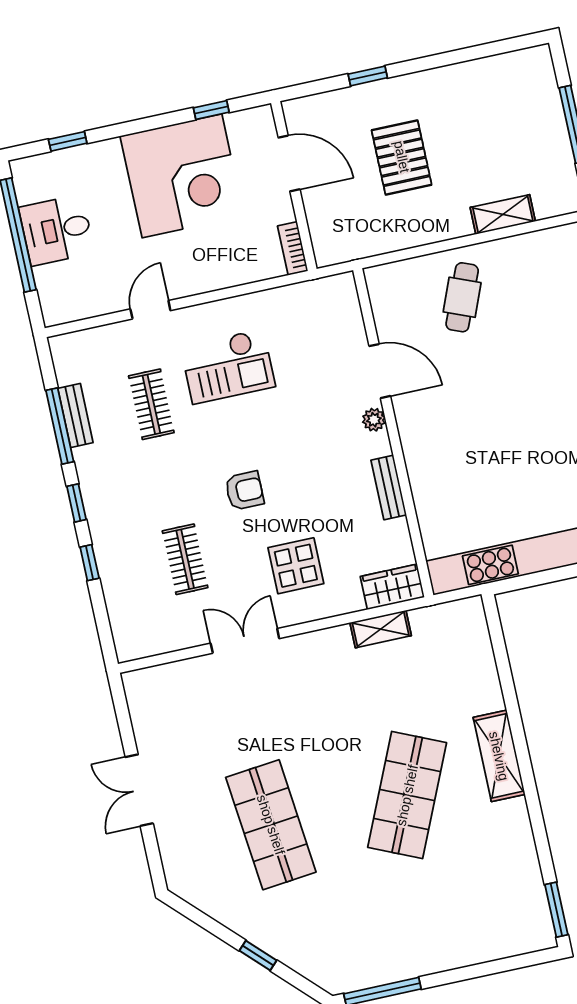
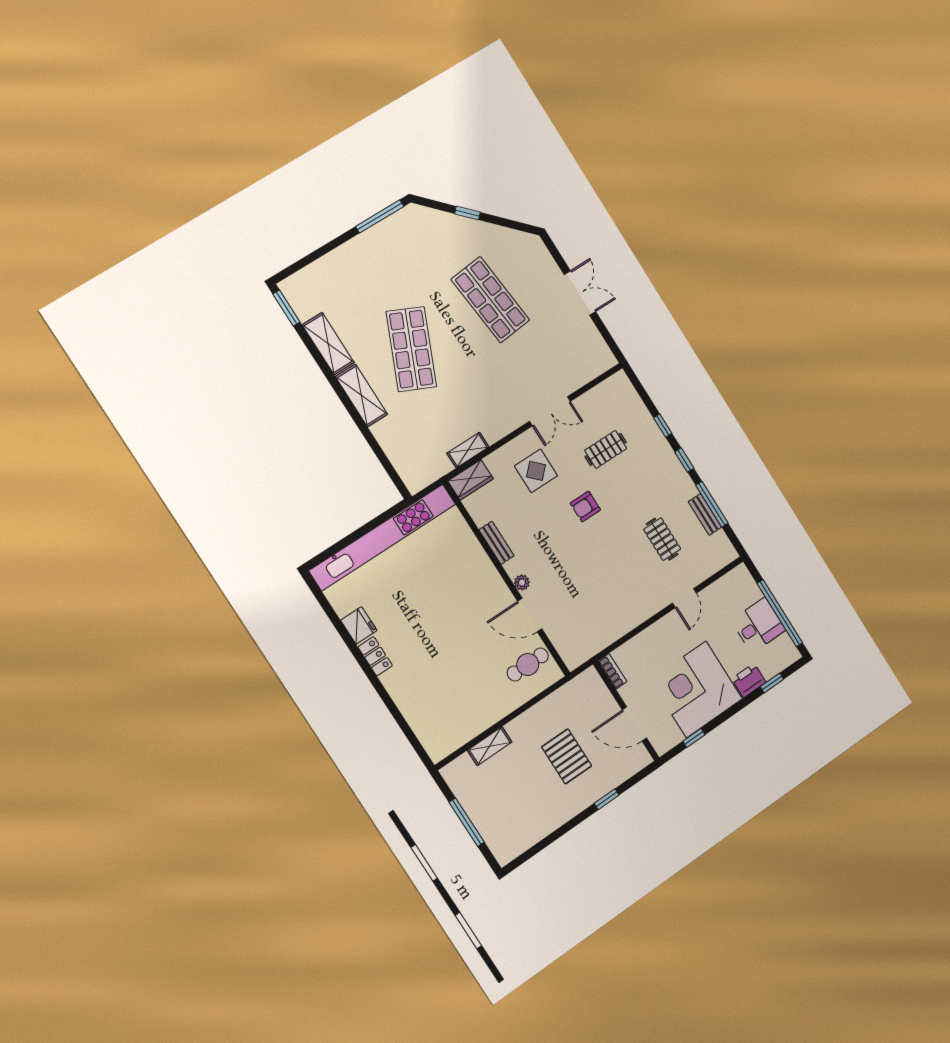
printer: (101, 158) -> (749, 680), added
cafe table: (462, 297) -> (528, 664), moved, turned 68
checkout: (228, 366) -> (624, 581), removed
clothes rail: (185, 559) -> (606, 449), turned 90
shelving: (518, 842) -> (328, 344), added

